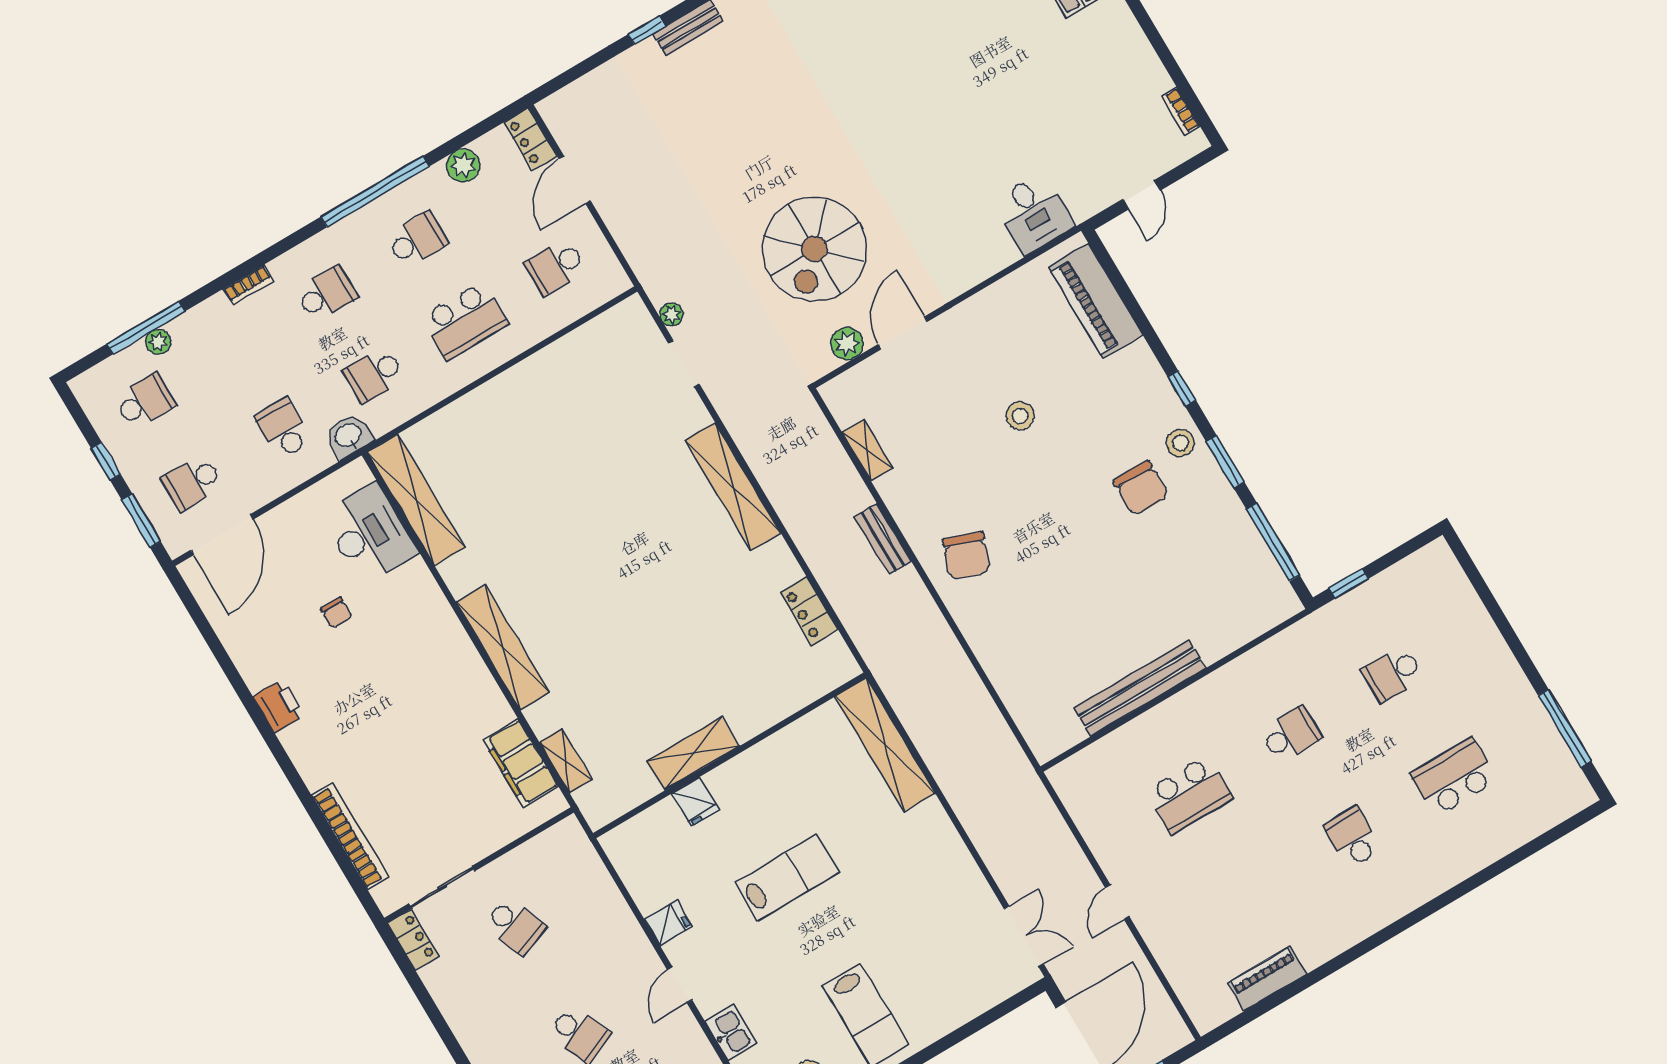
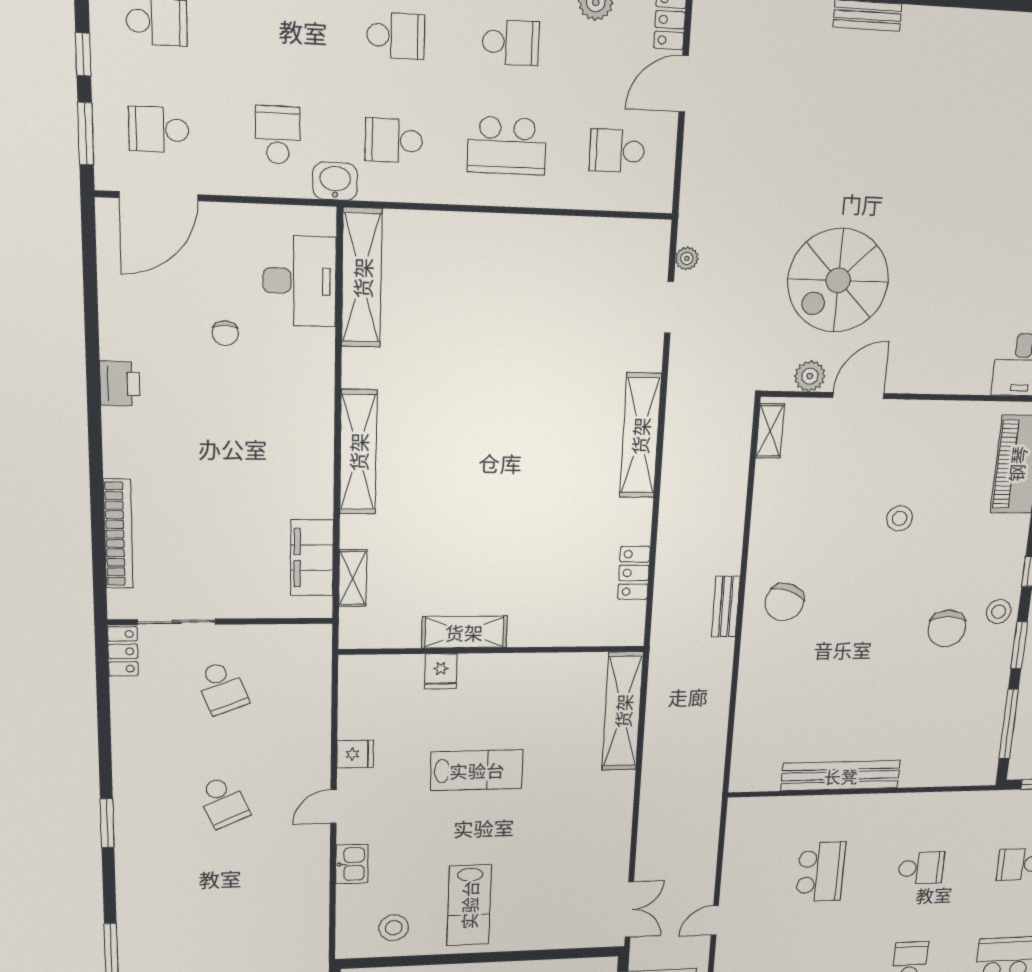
shelving: (867, 450) -> (770, 431), moved
bench: (883, 539) -> (726, 607), moved
school desk: (1189, 795) -> (821, 872), turned -90

